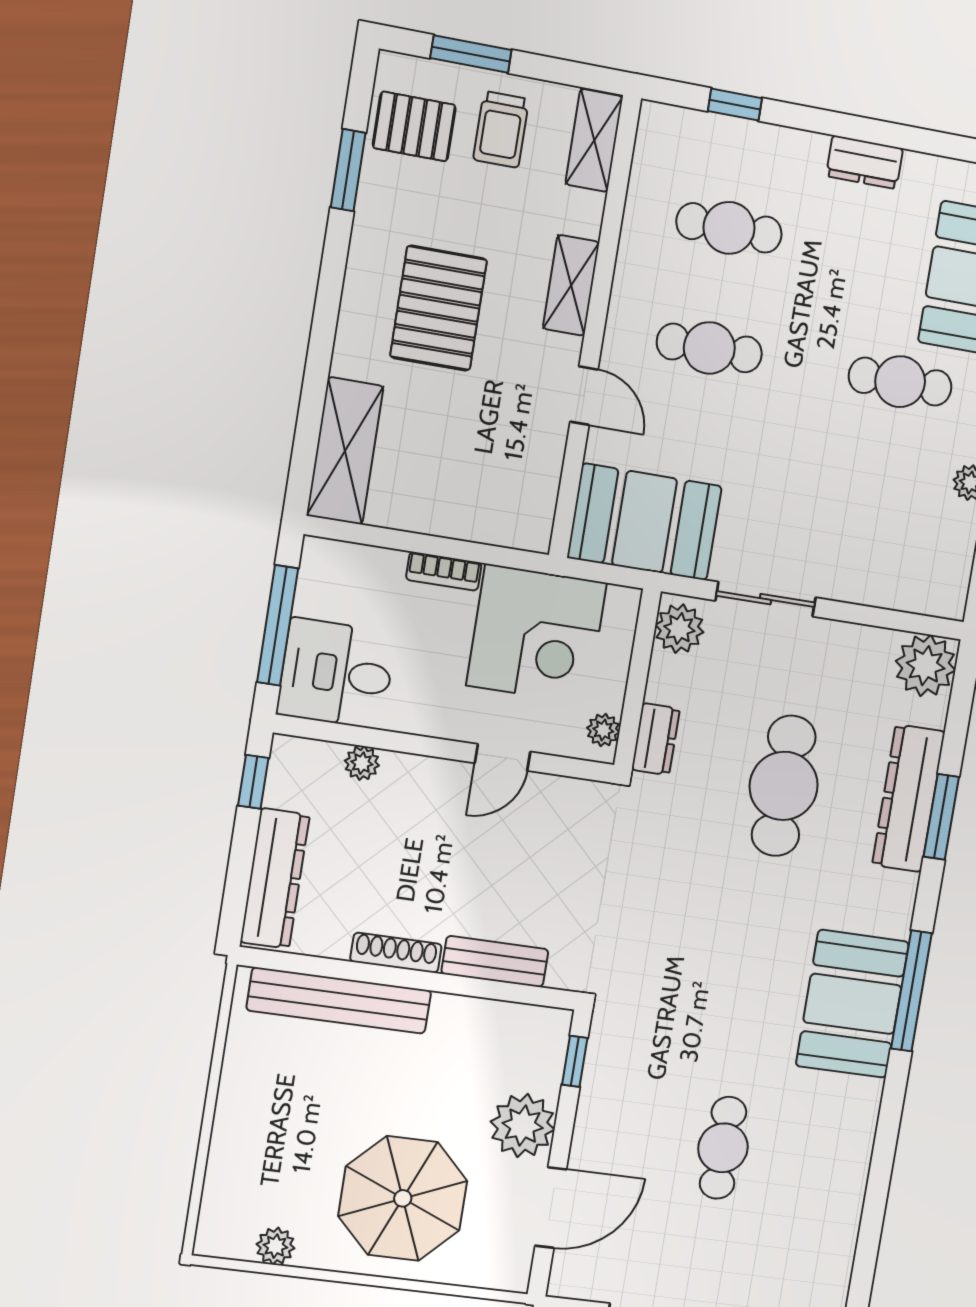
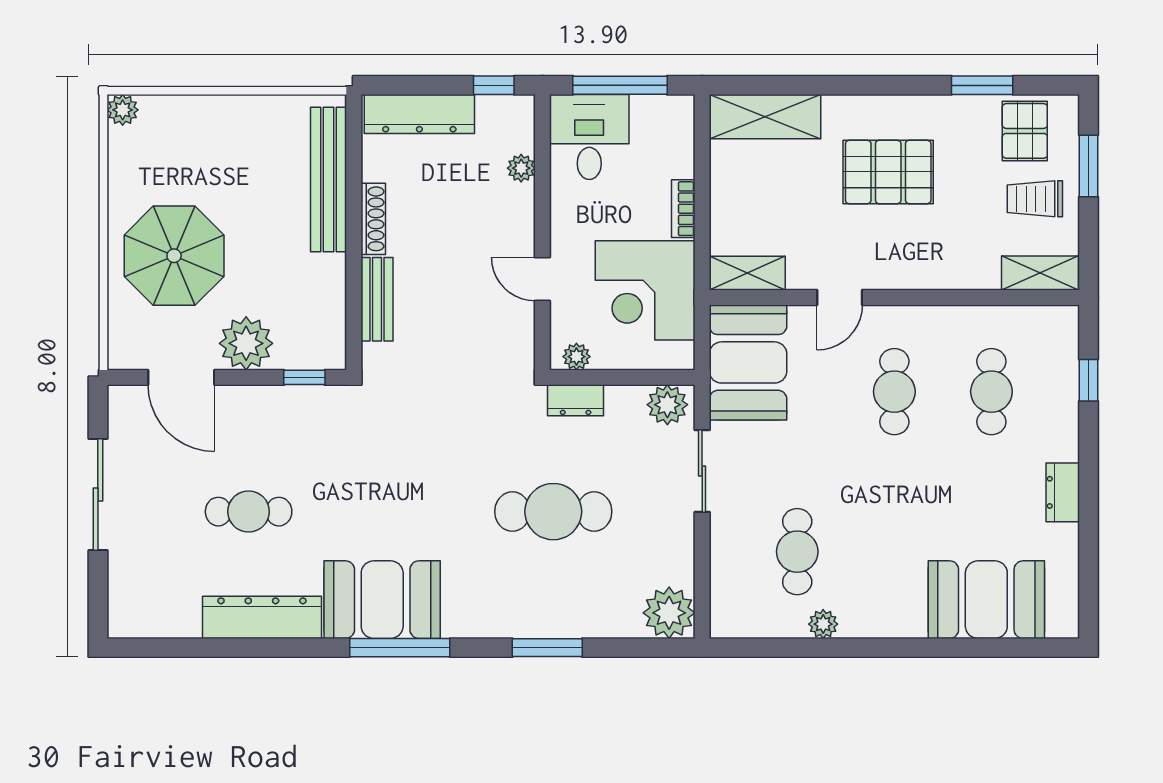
shelving: (571, 285) -> (747, 273), moved
cafe table: (900, 382) -> (797, 552), moved
dresser: (908, 798) -> (262, 617), moved
plant: (275, 1246) -> (123, 110), moved

